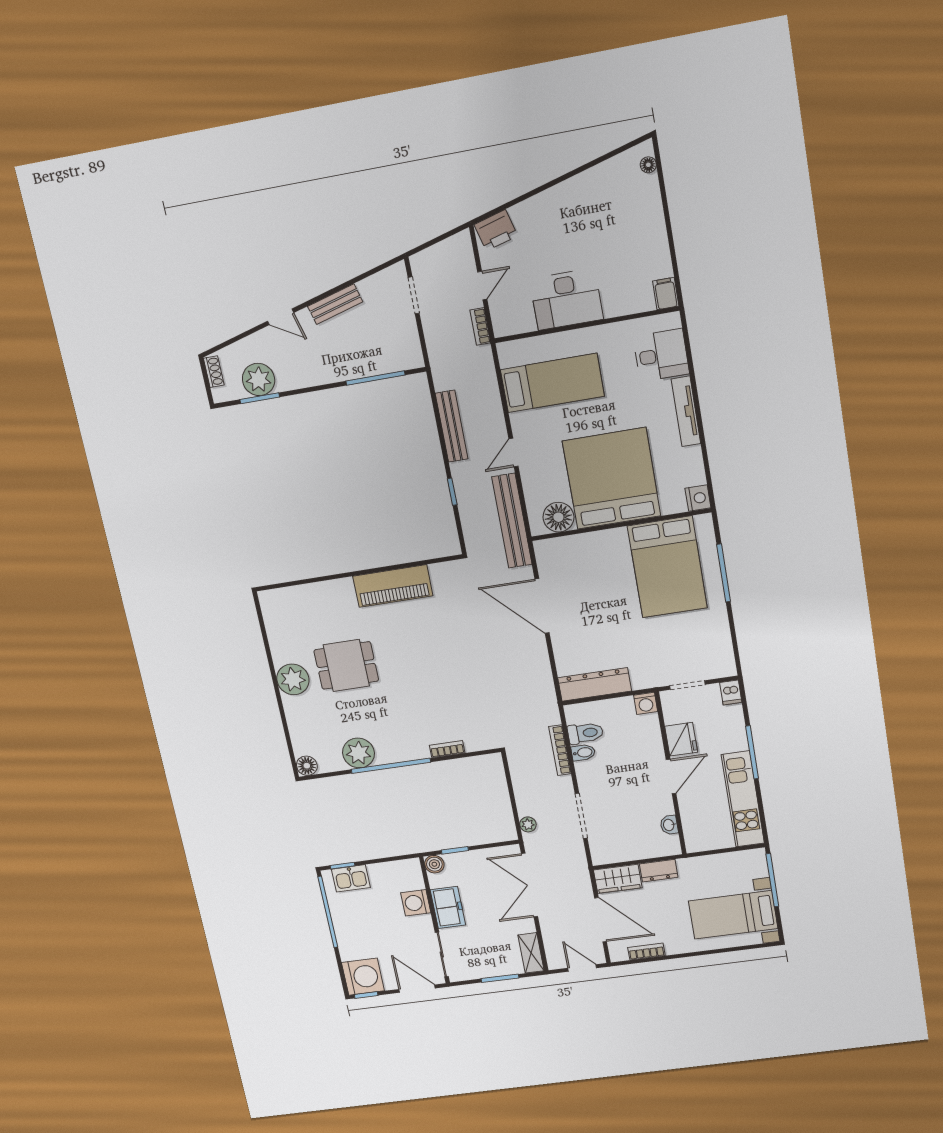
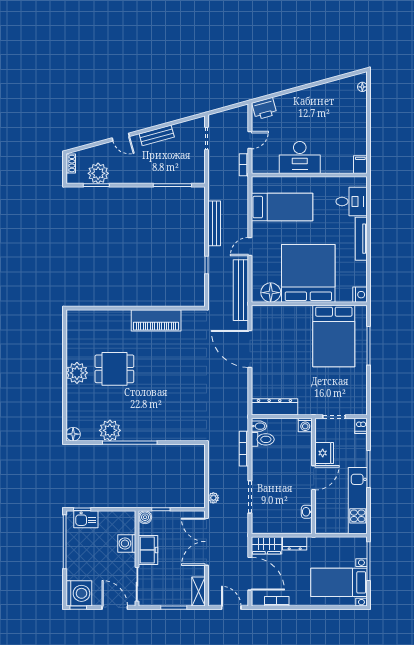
bookcase: (447, 749) -> (170, 437), removed
bidet: (583, 753) -> (259, 426), moved

